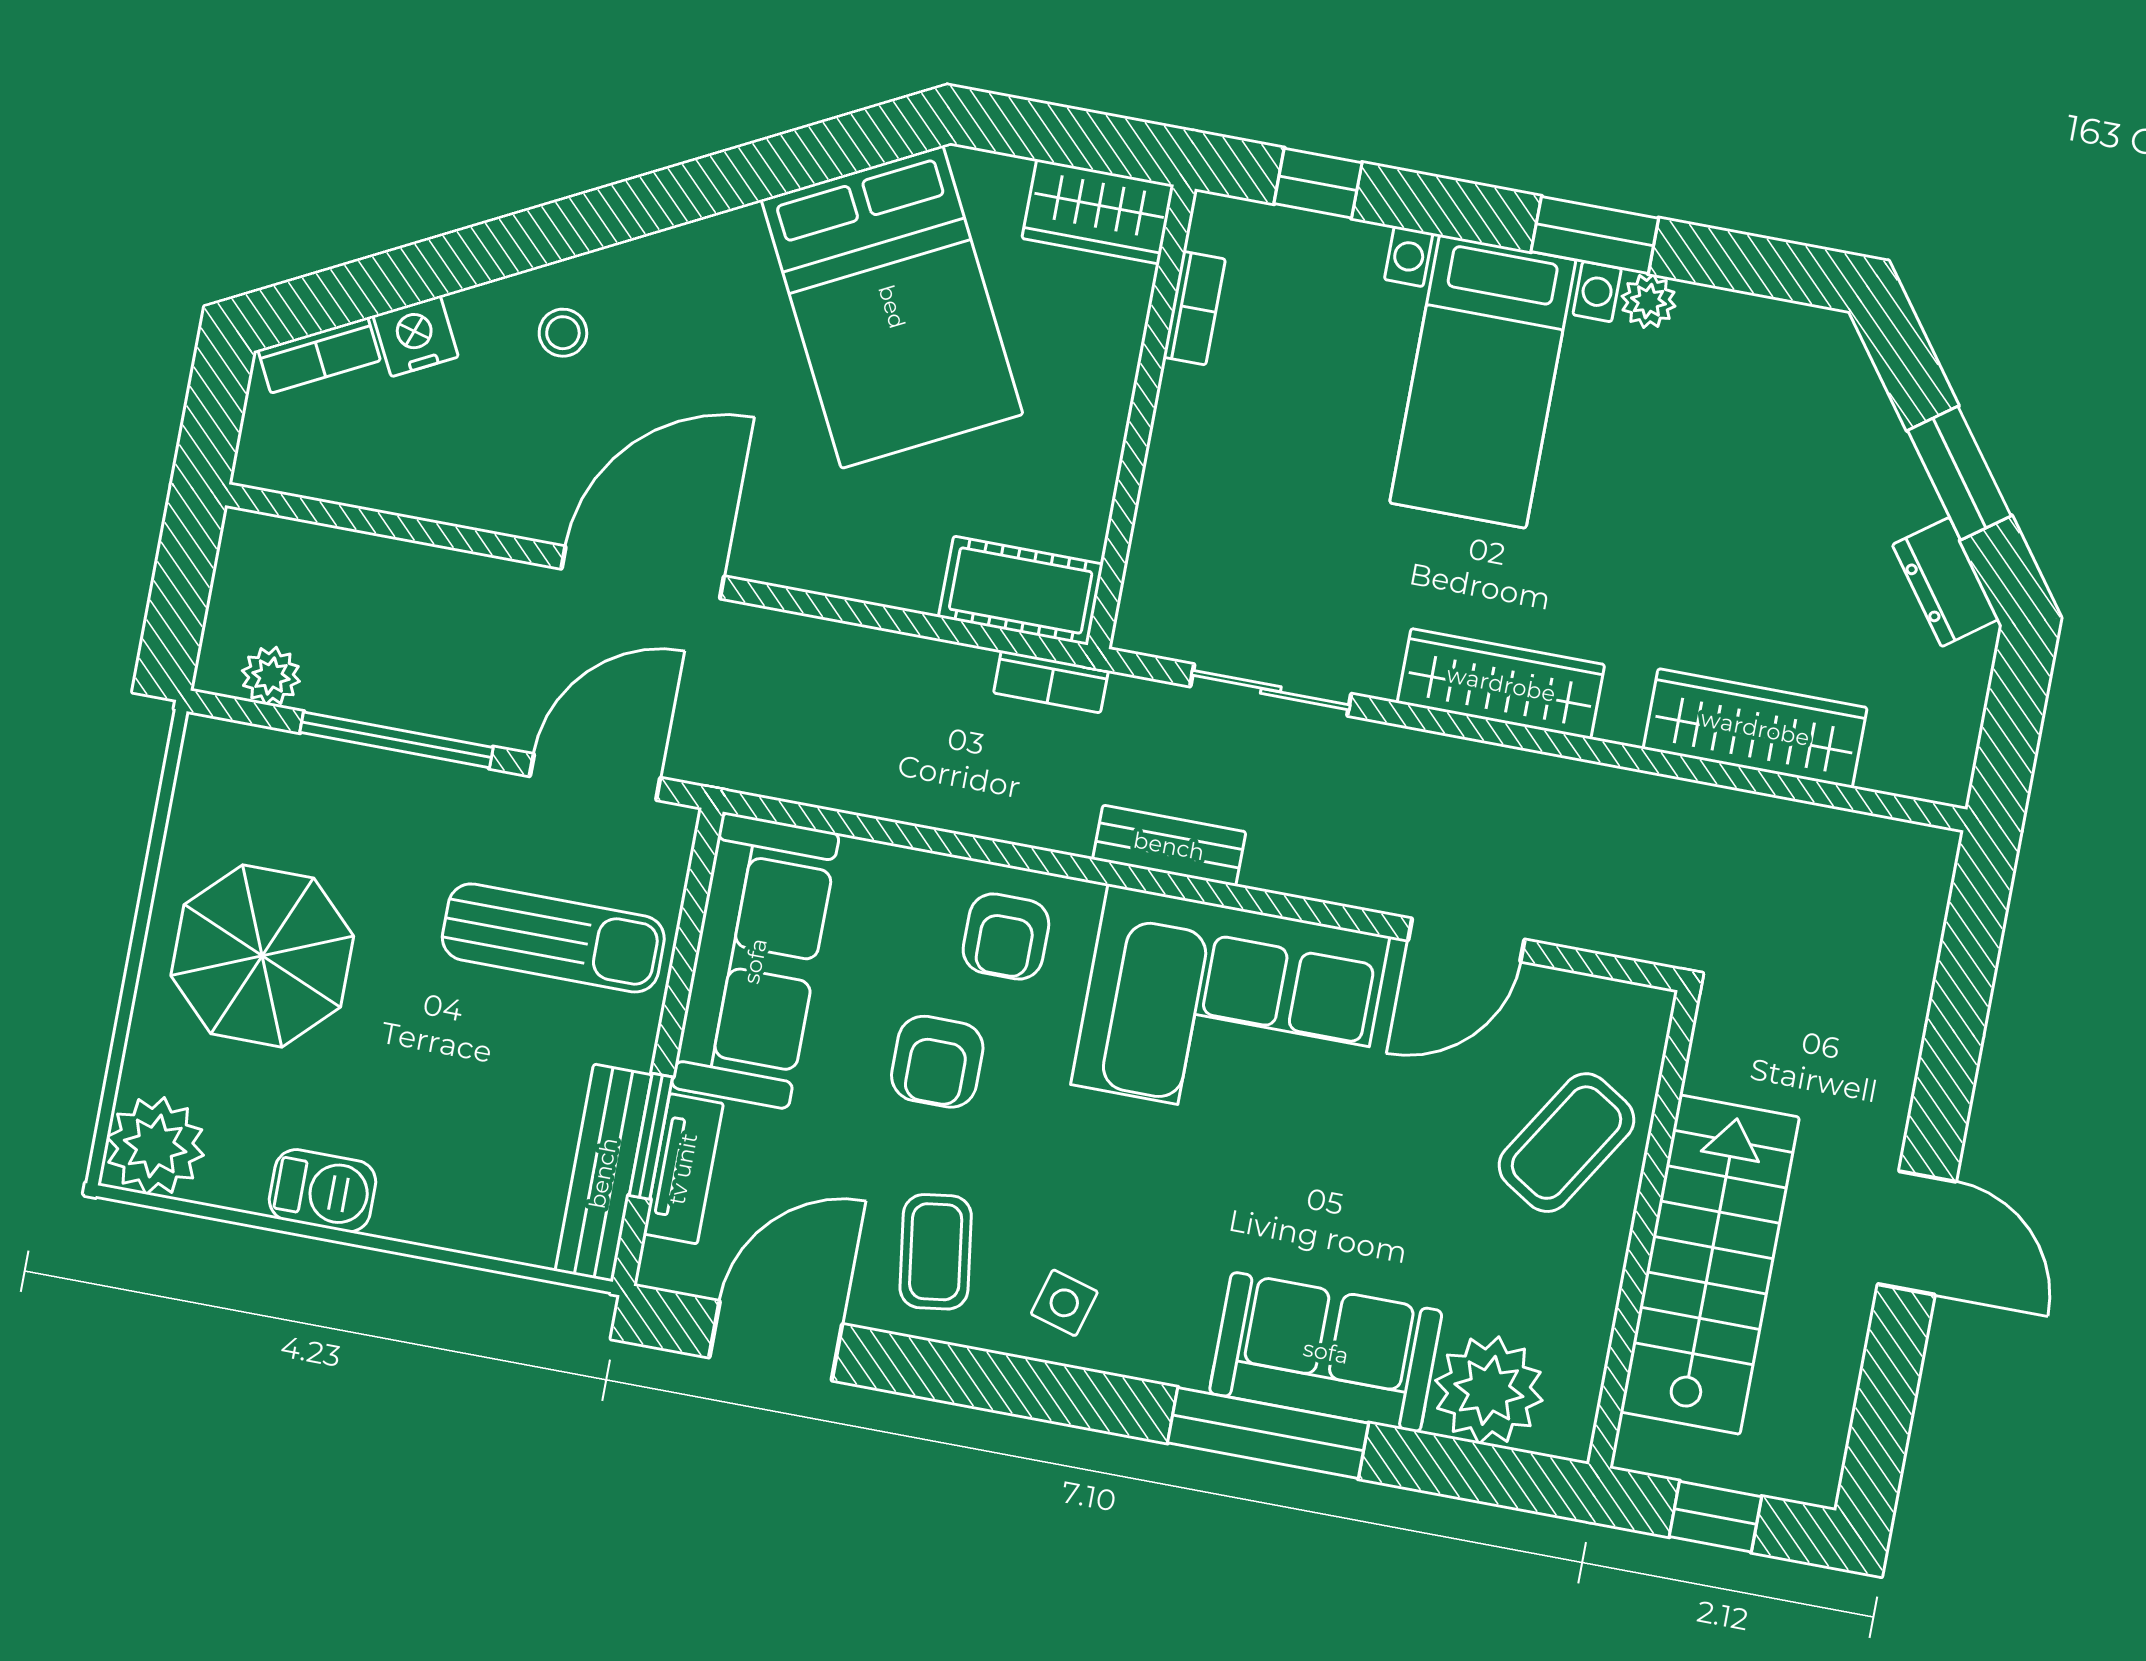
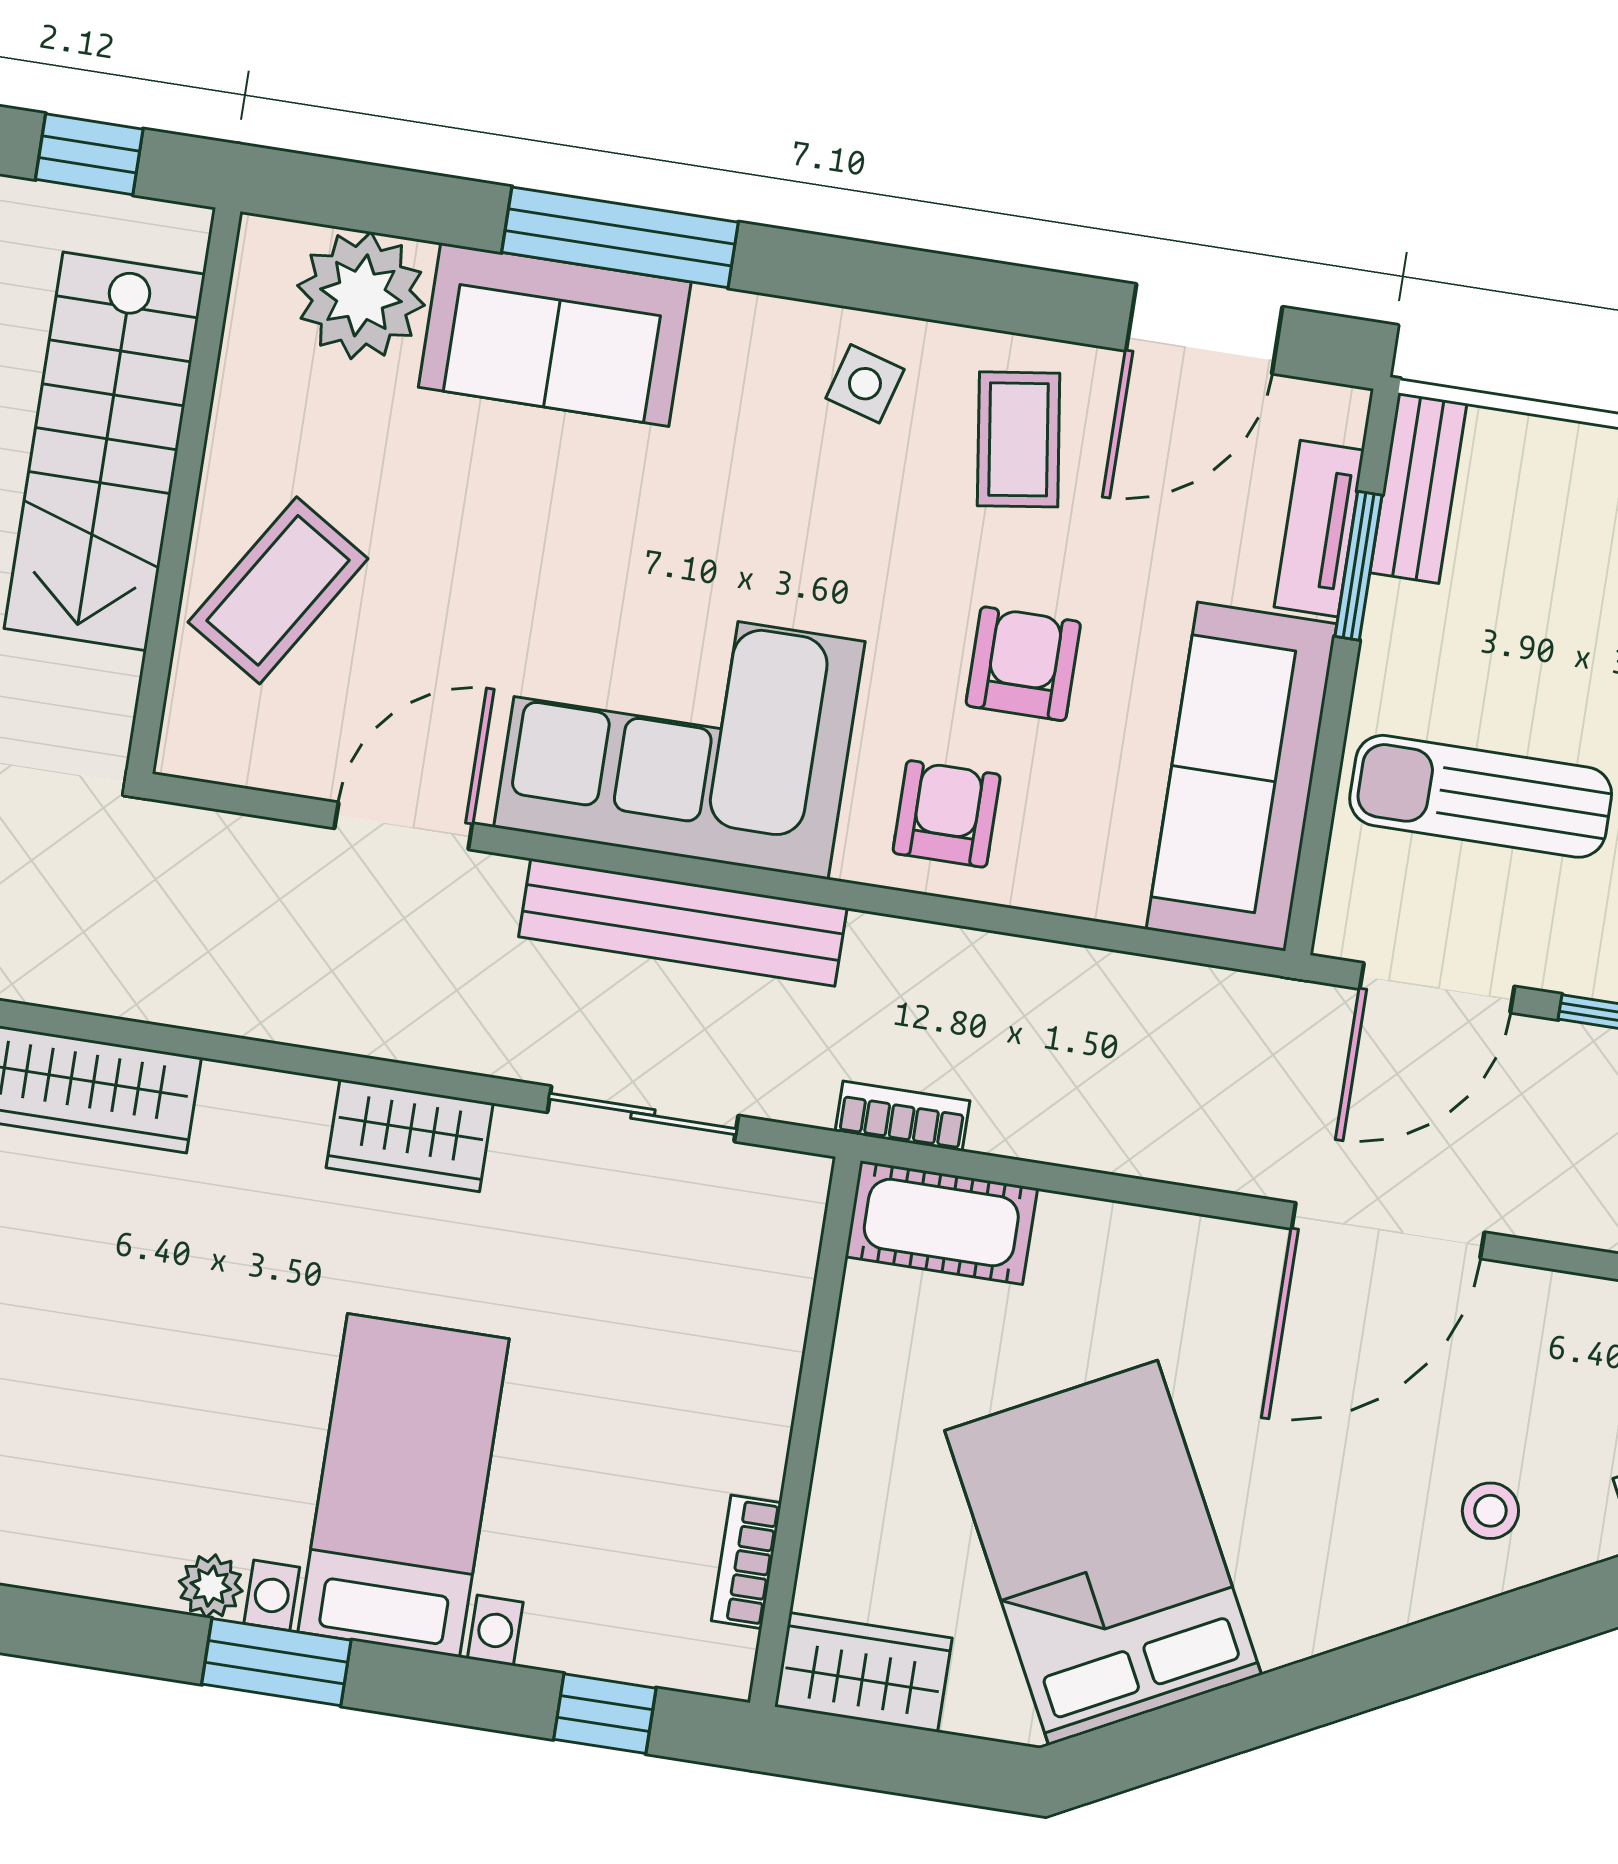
wardrobe: (1501, 684) -> (410, 1135), width x0.67
bench: (1169, 846) -> (683, 922), width x1.86, depth x1.21
bench: (603, 1173) -> (1418, 488), width x0.73

